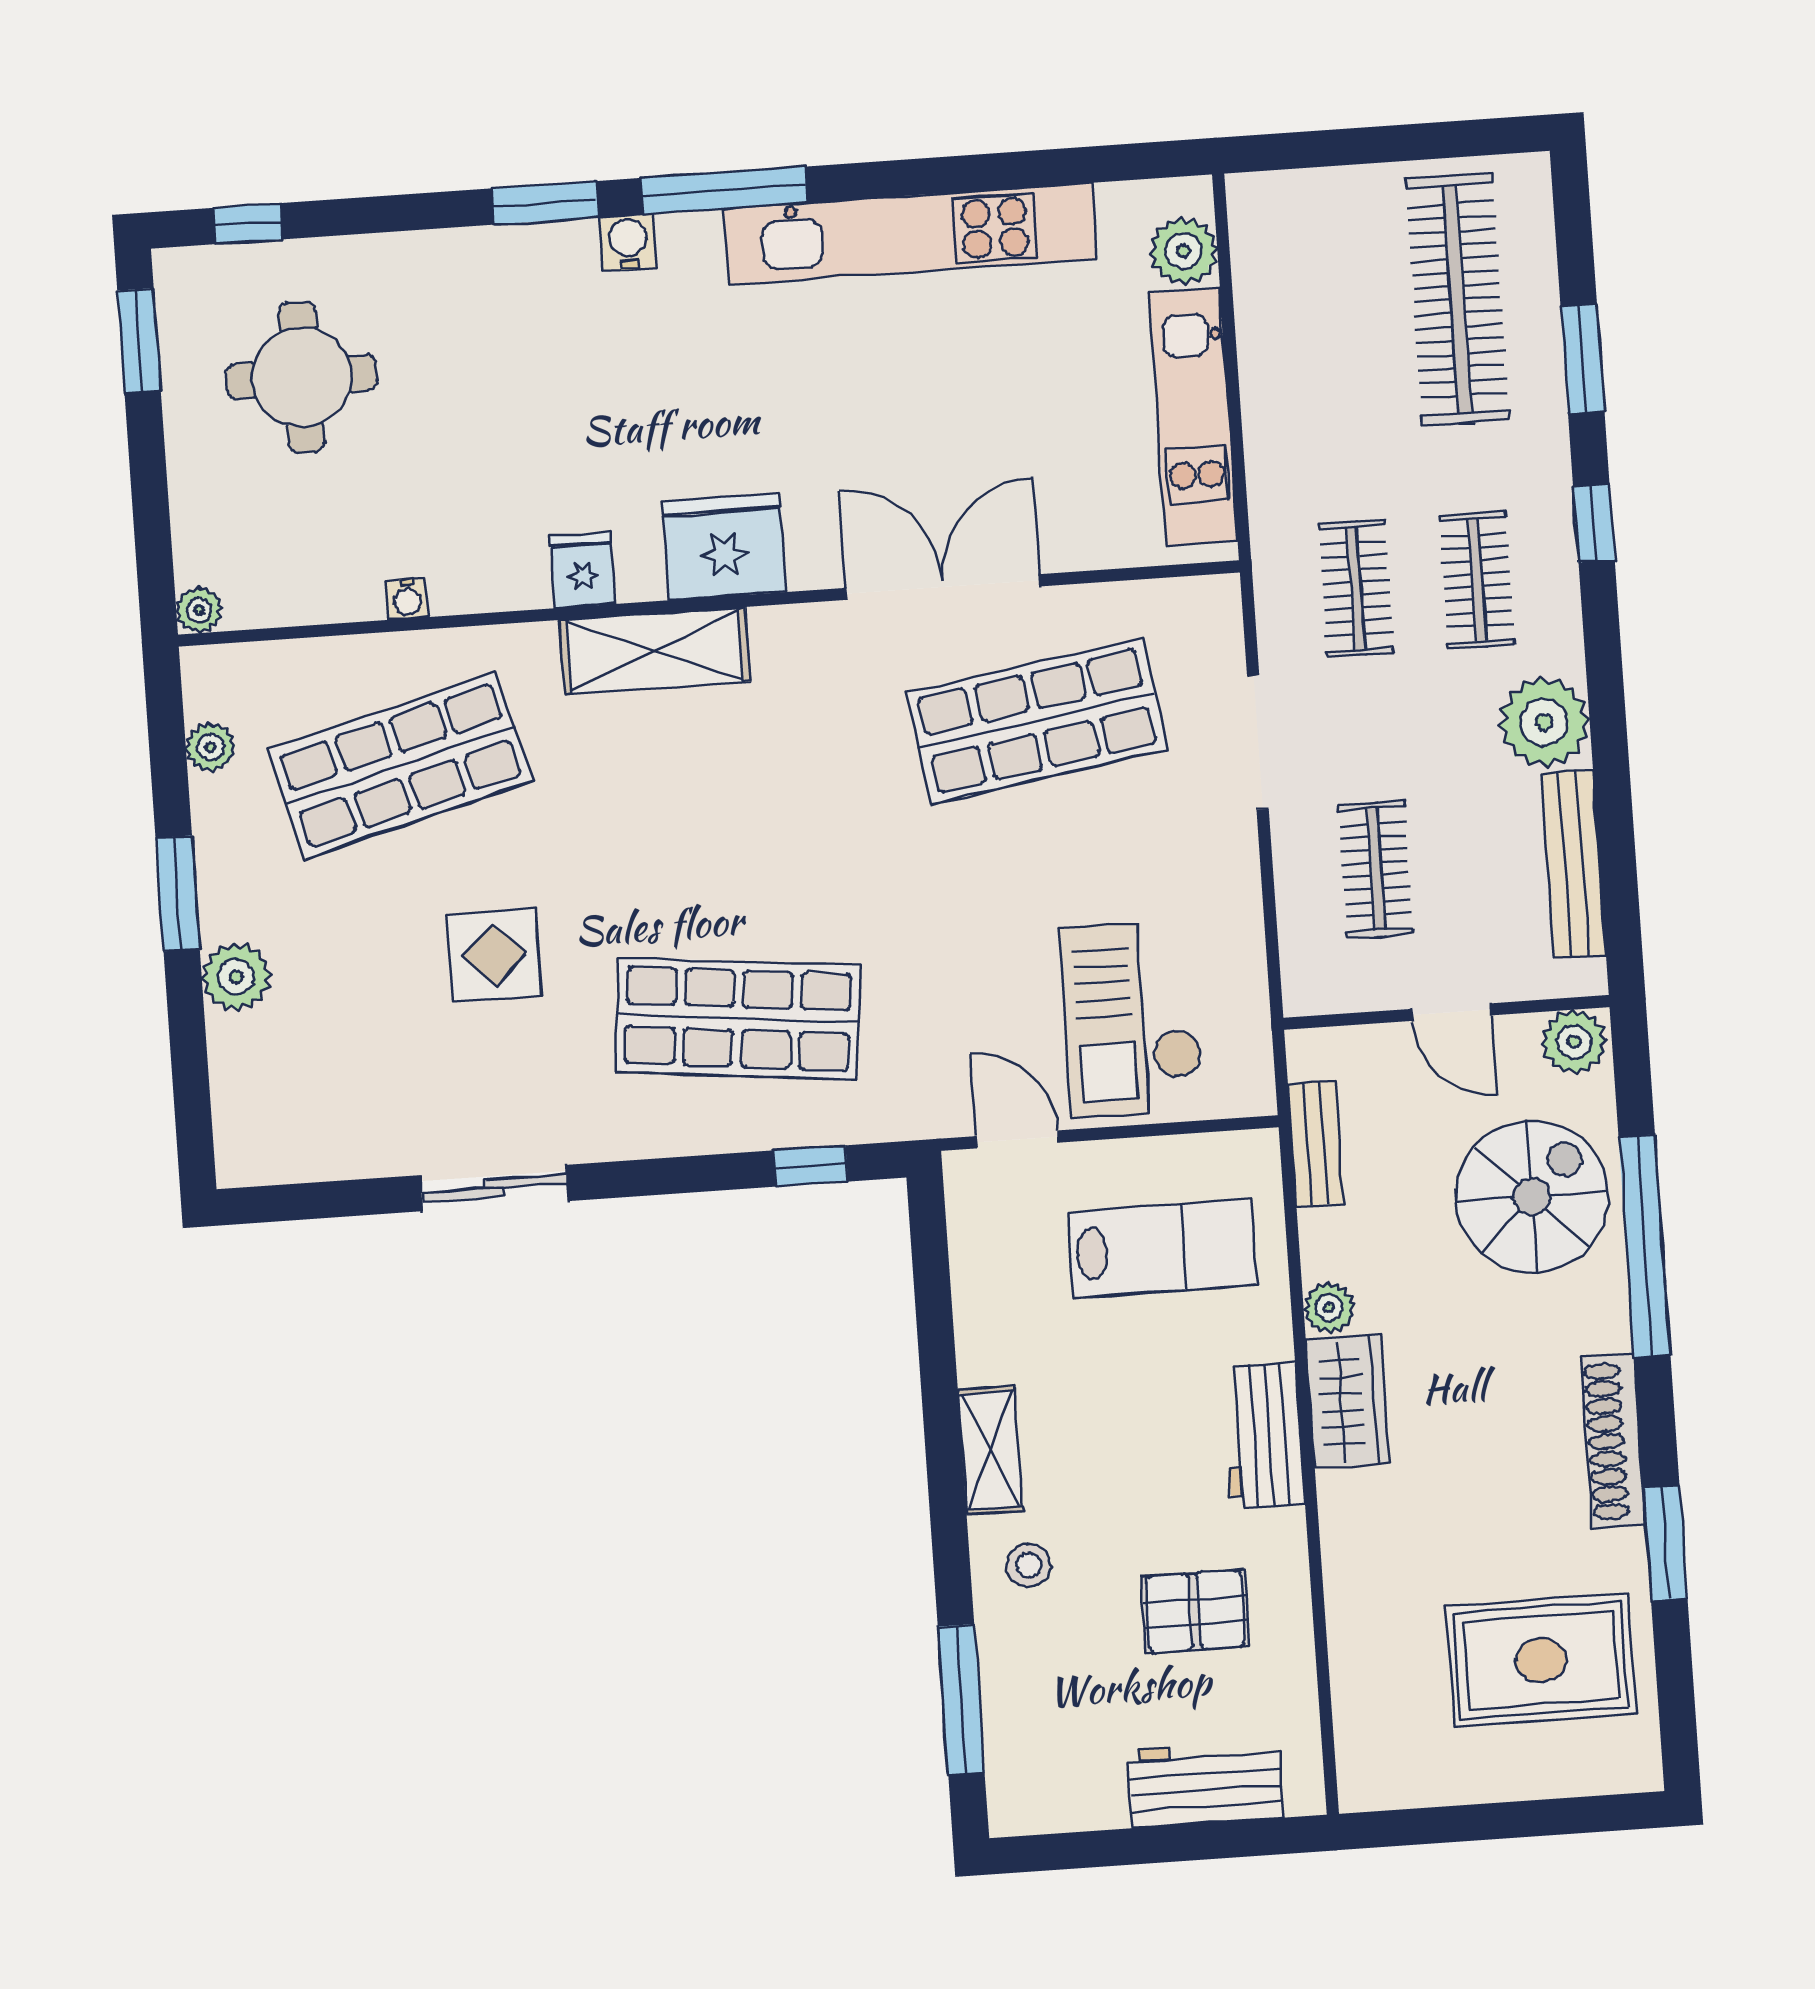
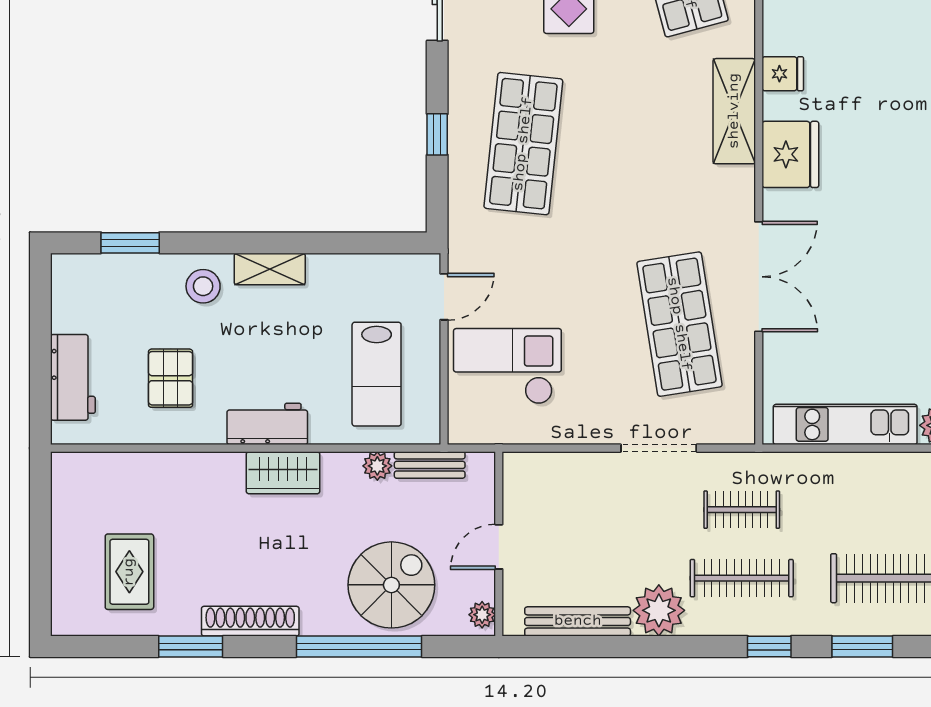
clothes rail: (1477, 580) -> (742, 578), width x1.36
clothes rail: (1376, 869) -> (582, 510), removed
plant: (1574, 1042) -> (482, 615), width x0.73, depth x0.73
window: (810, 1166) -> (437, 134), moved
spiral stairs: (1532, 1197) -> (391, 585), turned -90
plant: (1329, 1308) -> (377, 466), moved
stool: (1029, 1565) -> (203, 286), width x1.37, depth x1.37
rug: (1541, 1660) -> (129, 572), width x0.73, depth x0.70
window: (961, 1699) -> (130, 243), width x0.69

